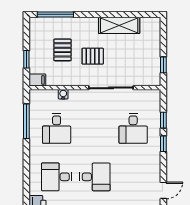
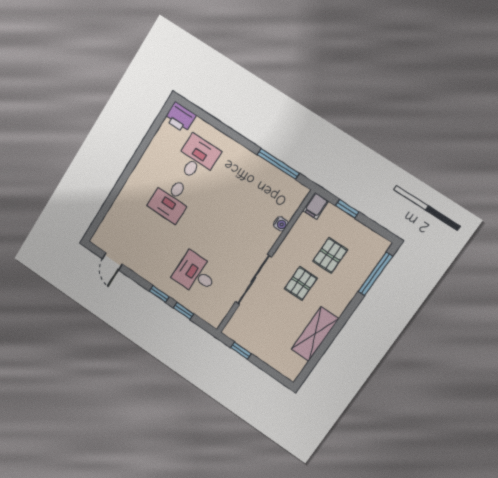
pallet: (62, 50) -> (330, 255), turned 90
desk: (57, 128) -> (249, 192), removed

